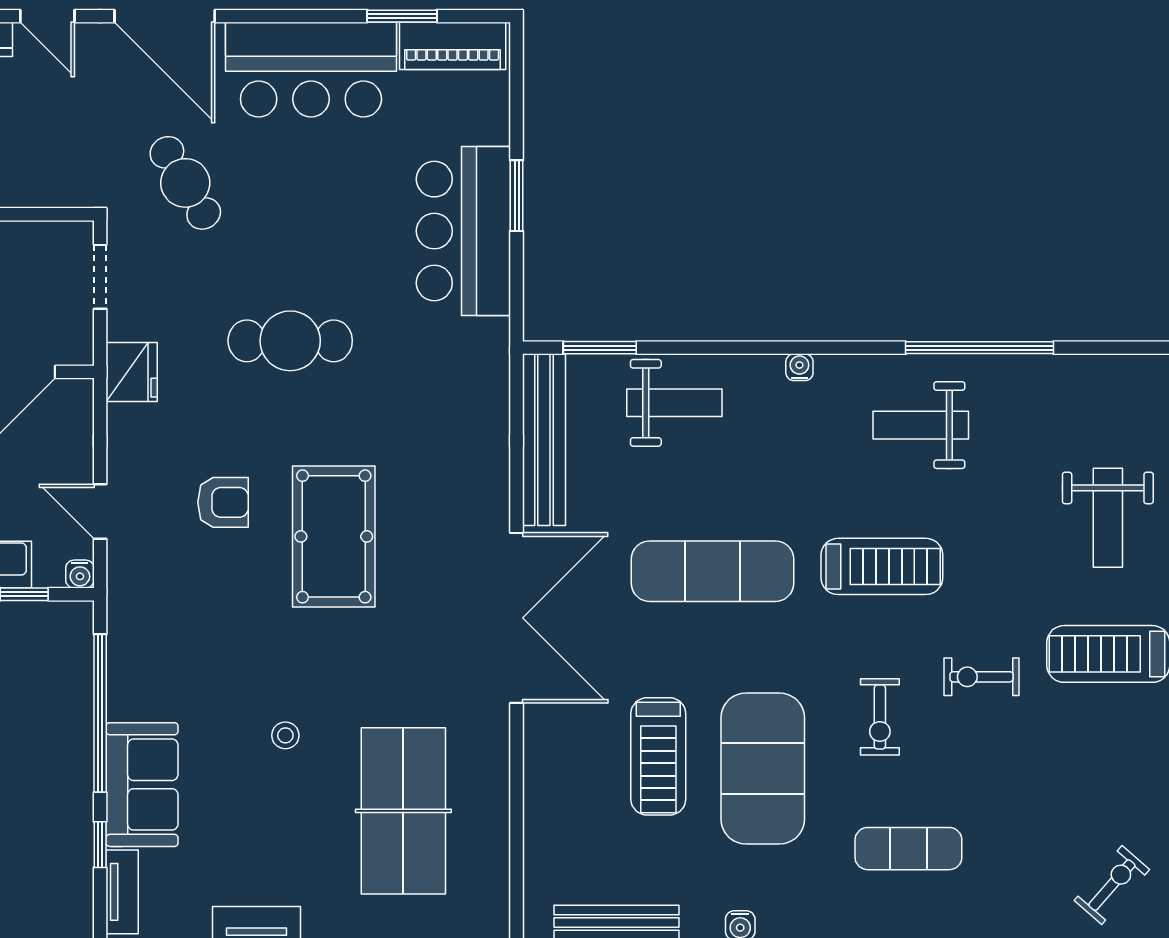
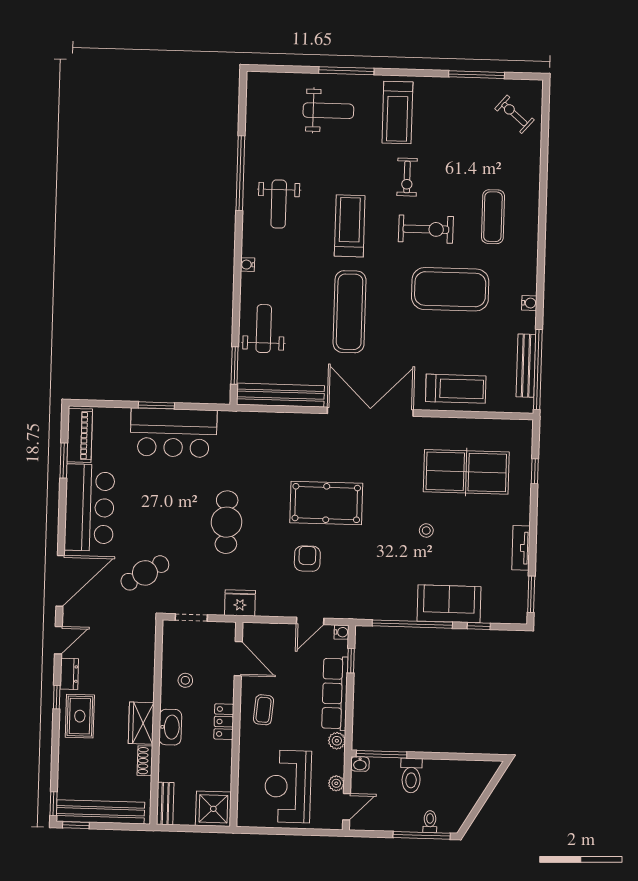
exercise bike: (880, 717) -> (426, 229), width x1.38, depth x1.39
treadmill: (658, 756) -> (456, 389), moved
tv unit: (122, 892) -> (503, 615), removed

